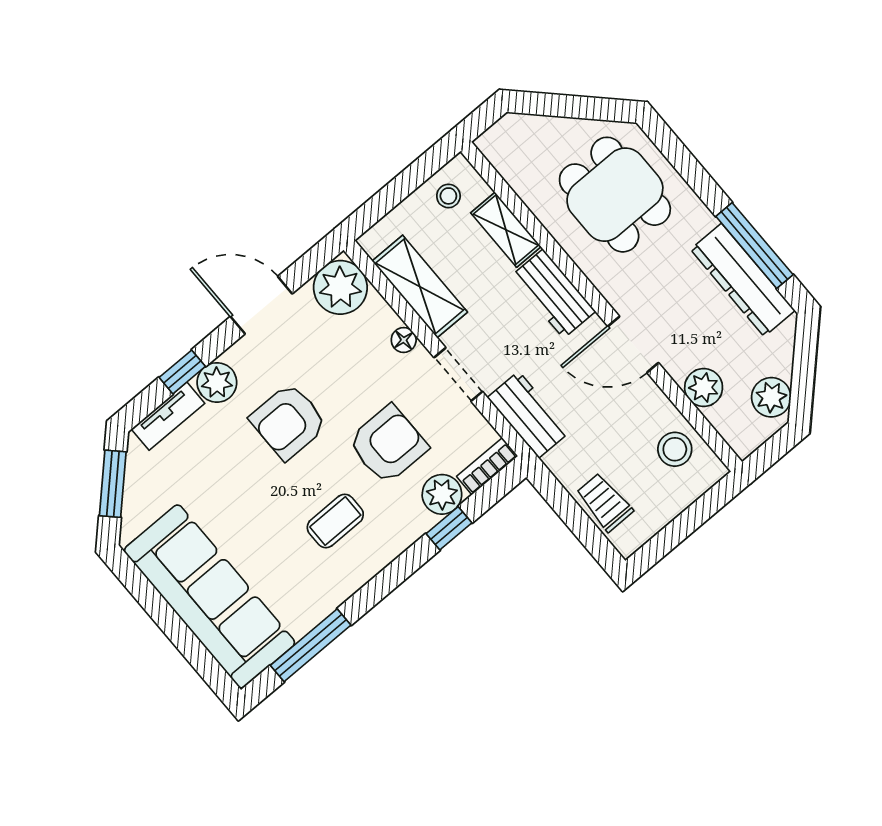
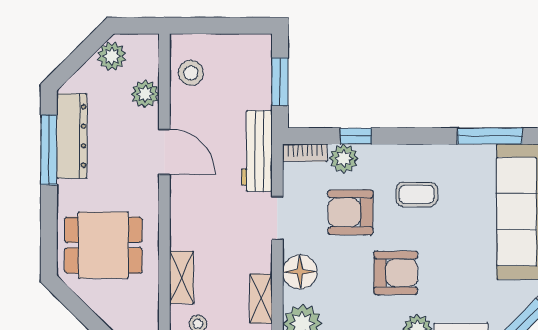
dining table: (615, 195) -> (103, 245), turned 90
shelving: (420, 287) -> (261, 299), width x0.67, depth x0.75
workbench: (553, 294) -> (185, 219), removed
floor lamp: (404, 340) -> (300, 272), width x1.89, depth x1.89
workbench: (529, 415) -> (257, 151), width x1.38
trolley: (604, 502) -> (256, 77), removed
window: (575, 518) -> (280, 82), added

